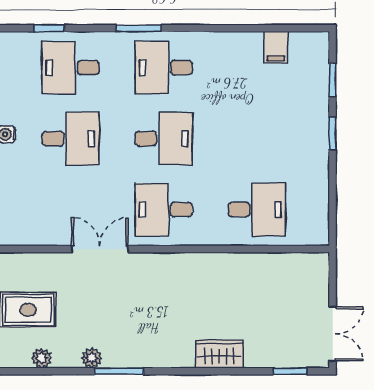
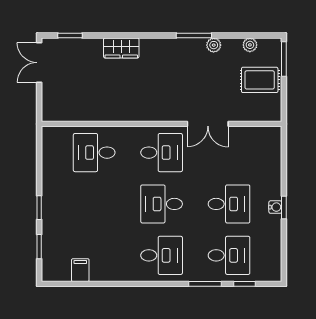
window: (139, 28) -> (205, 284), moved
desk: (71, 139) -> (229, 204), turned 180

